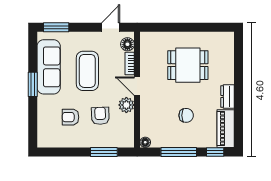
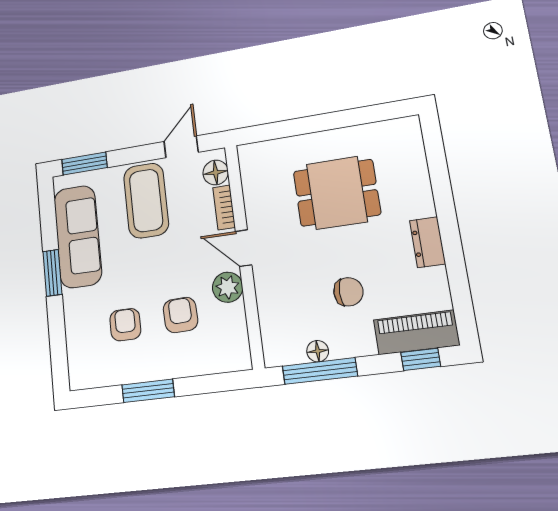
coffee table: (87, 71) -> (146, 201), moved
armchair: (70, 117) -> (125, 325), turned 90
piano: (226, 129) -> (416, 332), moved, turned 90
floor lamp: (145, 142) -> (318, 351), moved
window: (104, 152) -> (148, 391), moved
window: (179, 152) -> (320, 371), moved

